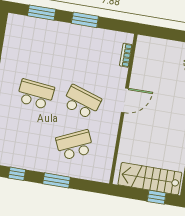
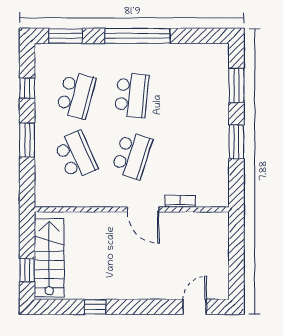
bookcase: (126, 55) -> (180, 201), moved
school desk: (28, 137) -> (76, 95), added

